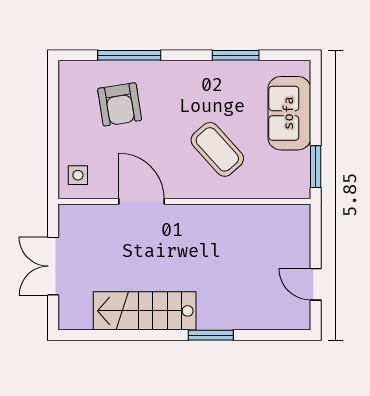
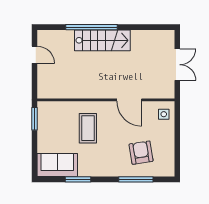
sofa: (289, 113) -> (57, 165), moved, turned -90
coffee table: (217, 149) -> (88, 128), turned 42
stairs: (145, 311) -> (102, 40), moved
window: (211, 335) -> (92, 27), width x2.11

